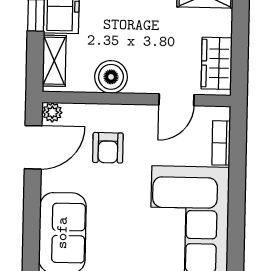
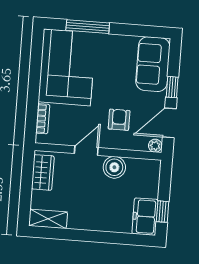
shelving: (54, 61) -> (152, 180), removed
door: (177, 100) -> (86, 151), moved
window: (32, 201) -> (172, 87), added

